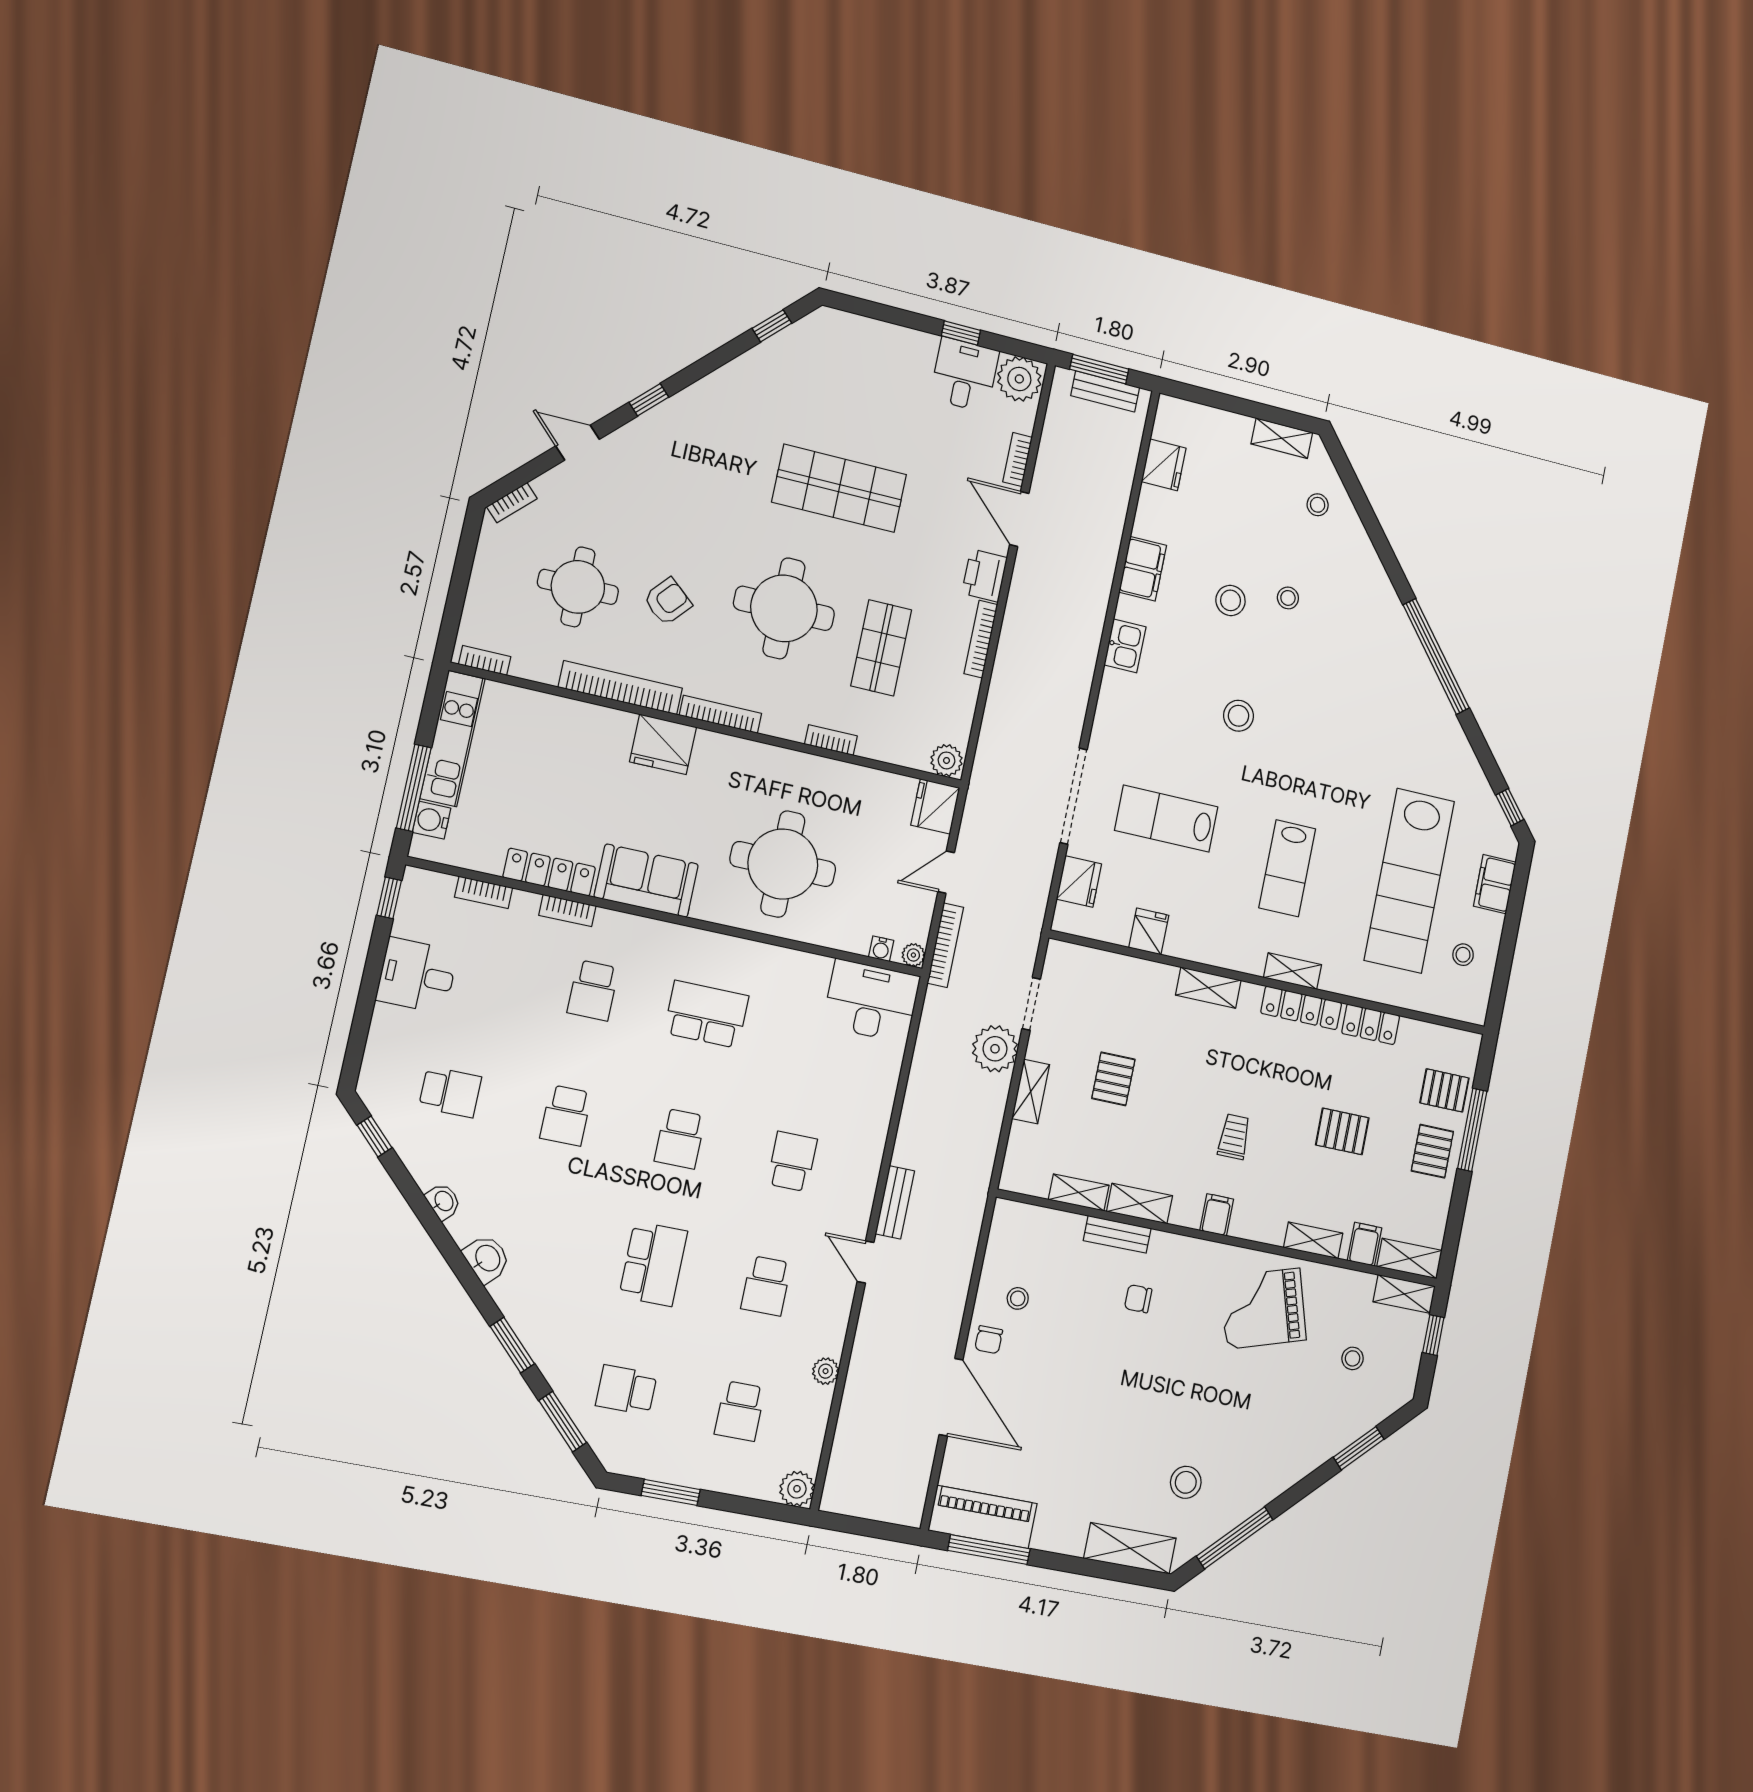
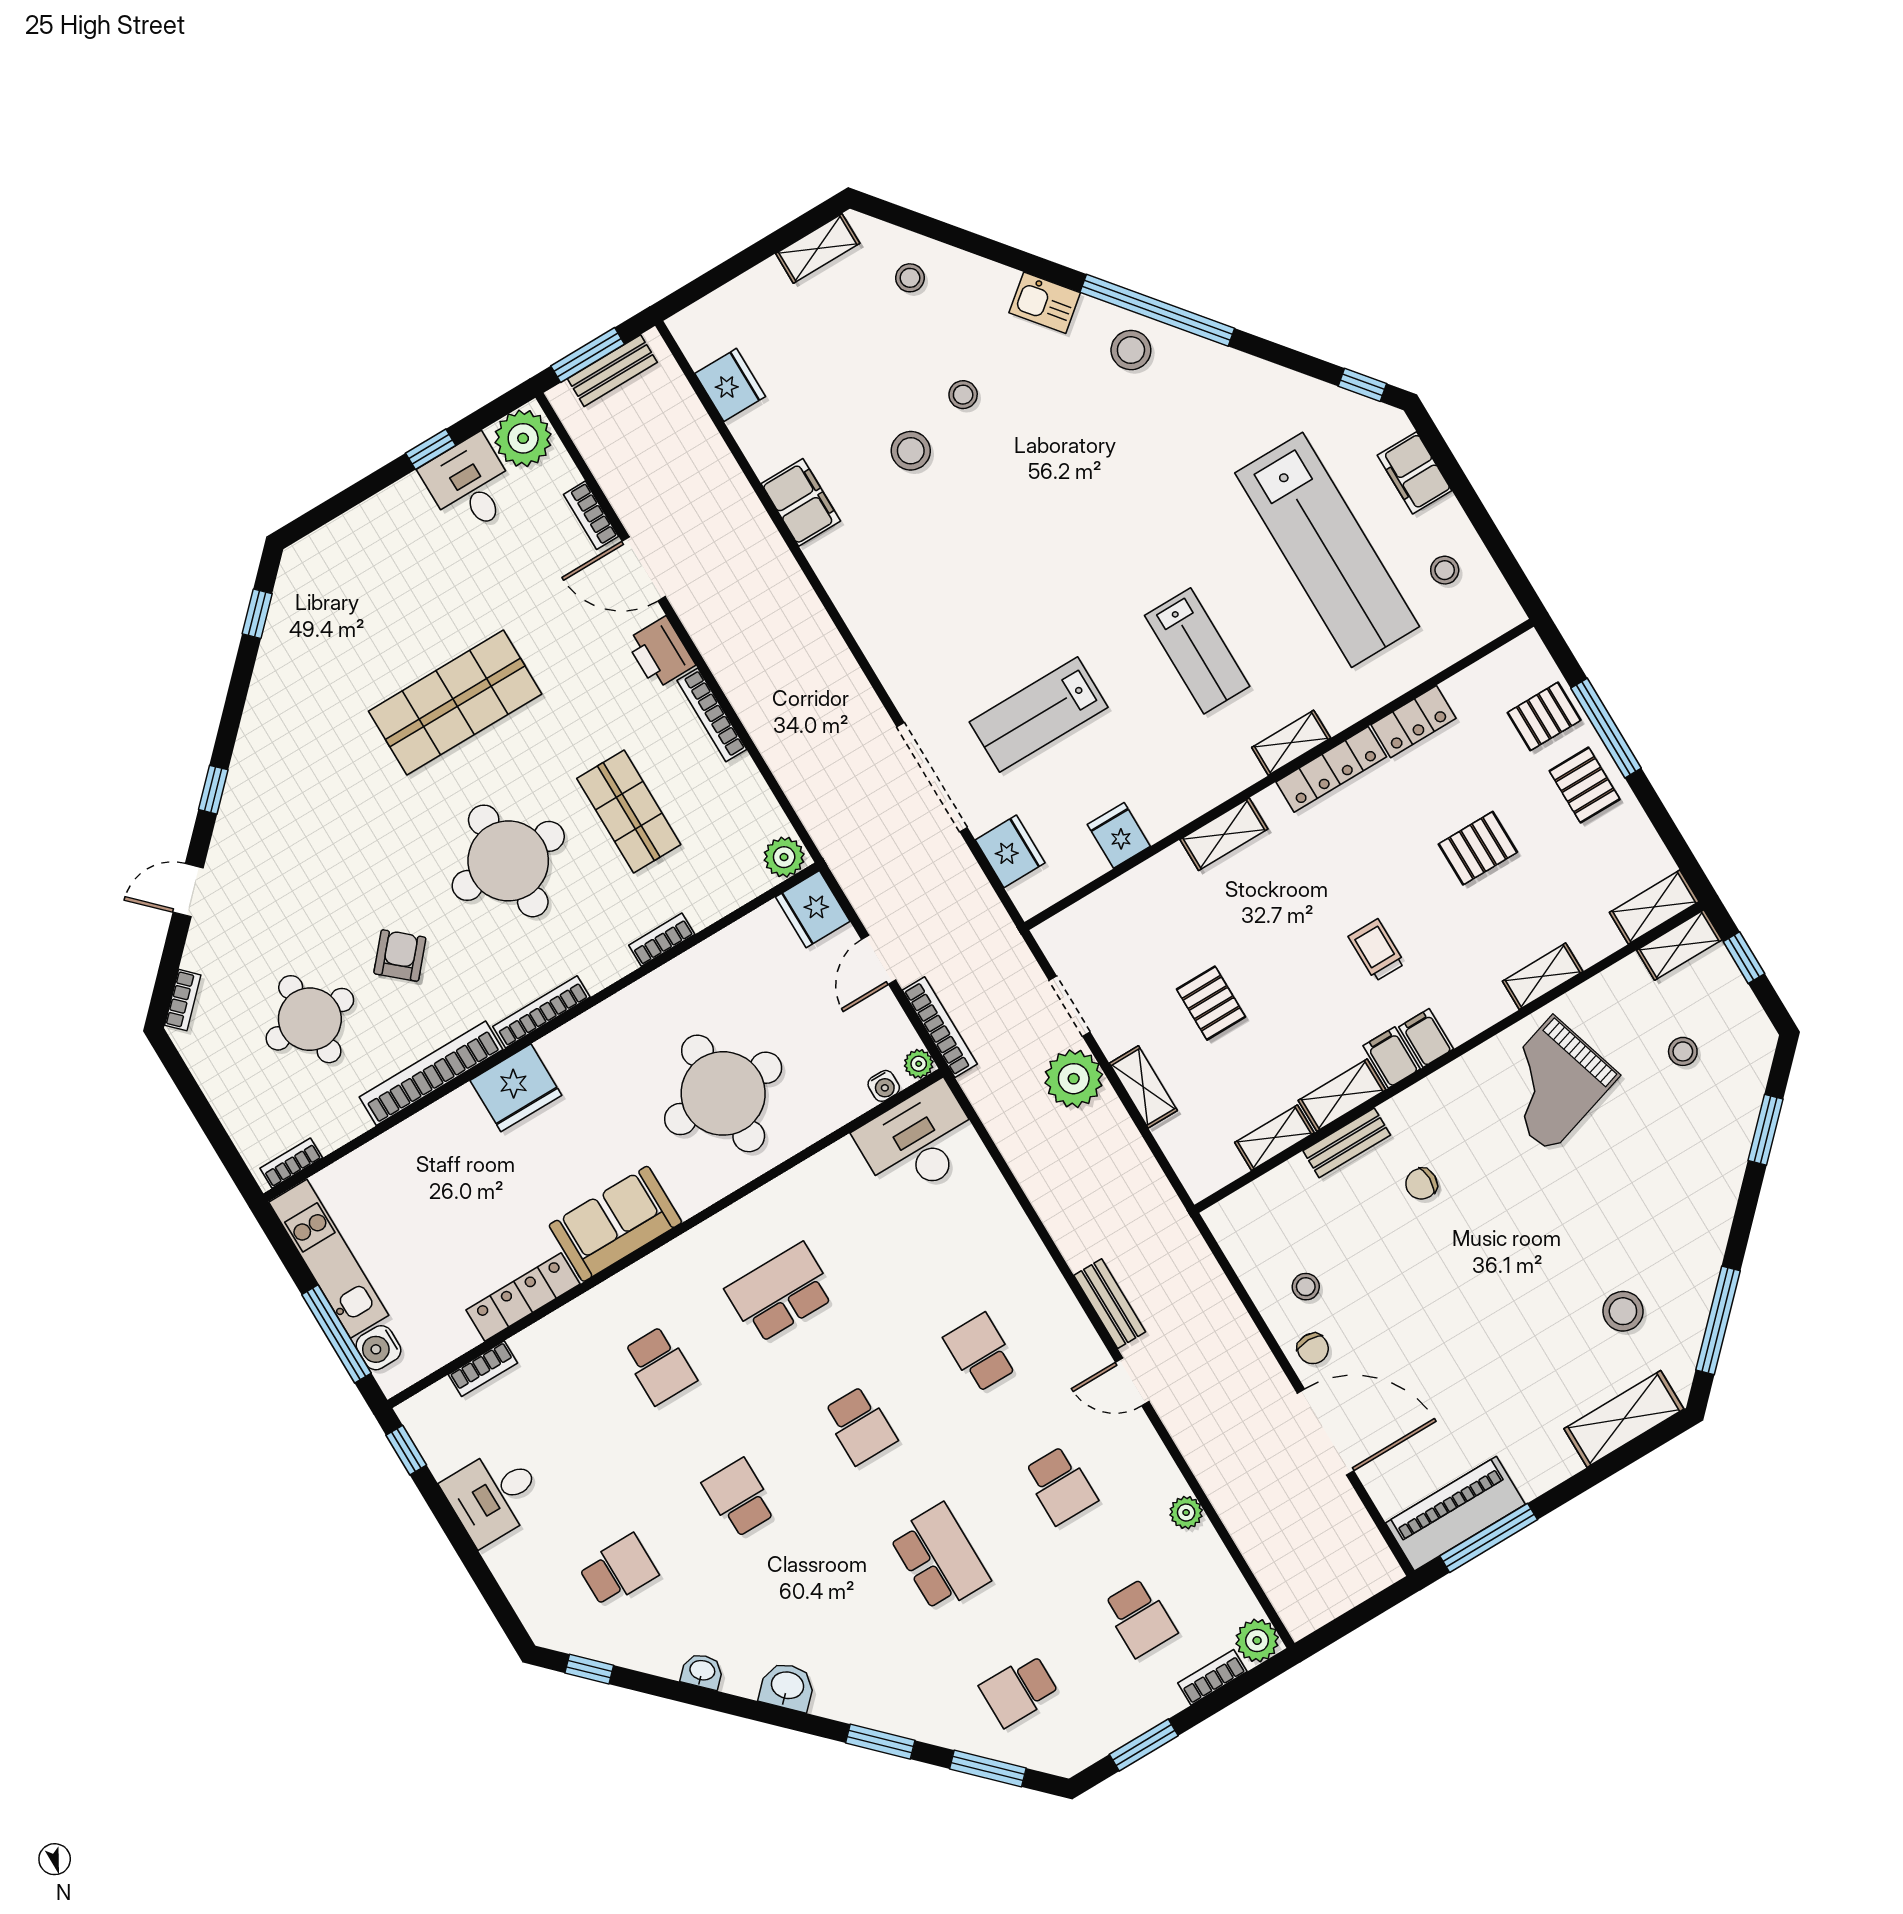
kitchen sink: (1125, 646) -> (1045, 303), moved, turned 141
stool: (1239, 716) -> (1131, 350), moved
bookcase: (567, 911) -> (1212, 1677), moved, turned 180
school desk: (566, 1115) -> (739, 1498), turned 180
filing cabinet: (1364, 1244) -> (1392, 1057), moved

